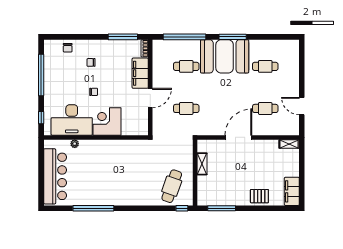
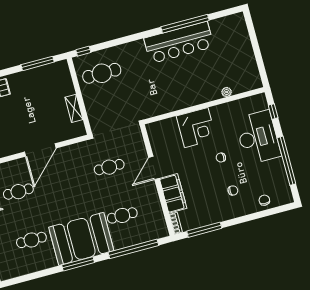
desk: (72, 120) -> (258, 137), moved, turned 90
bar counter: (55, 176) -> (179, 43), moved, turned -90
cafe table: (172, 186) -> (102, 73), turned 71

